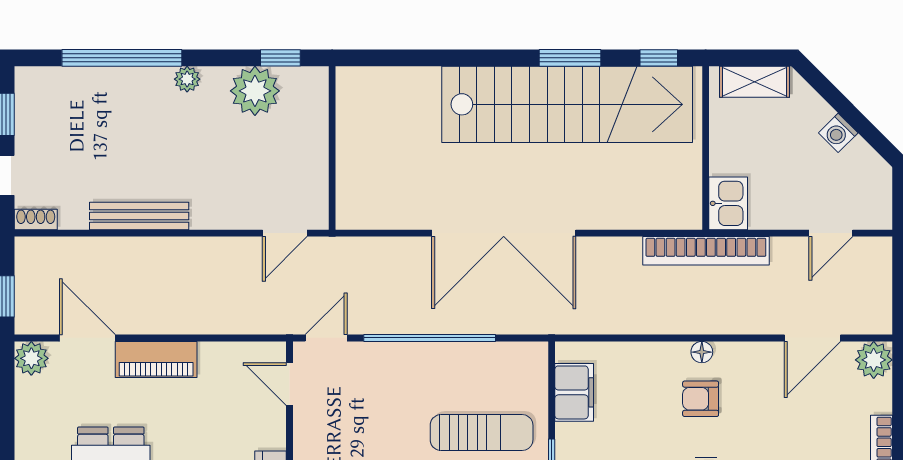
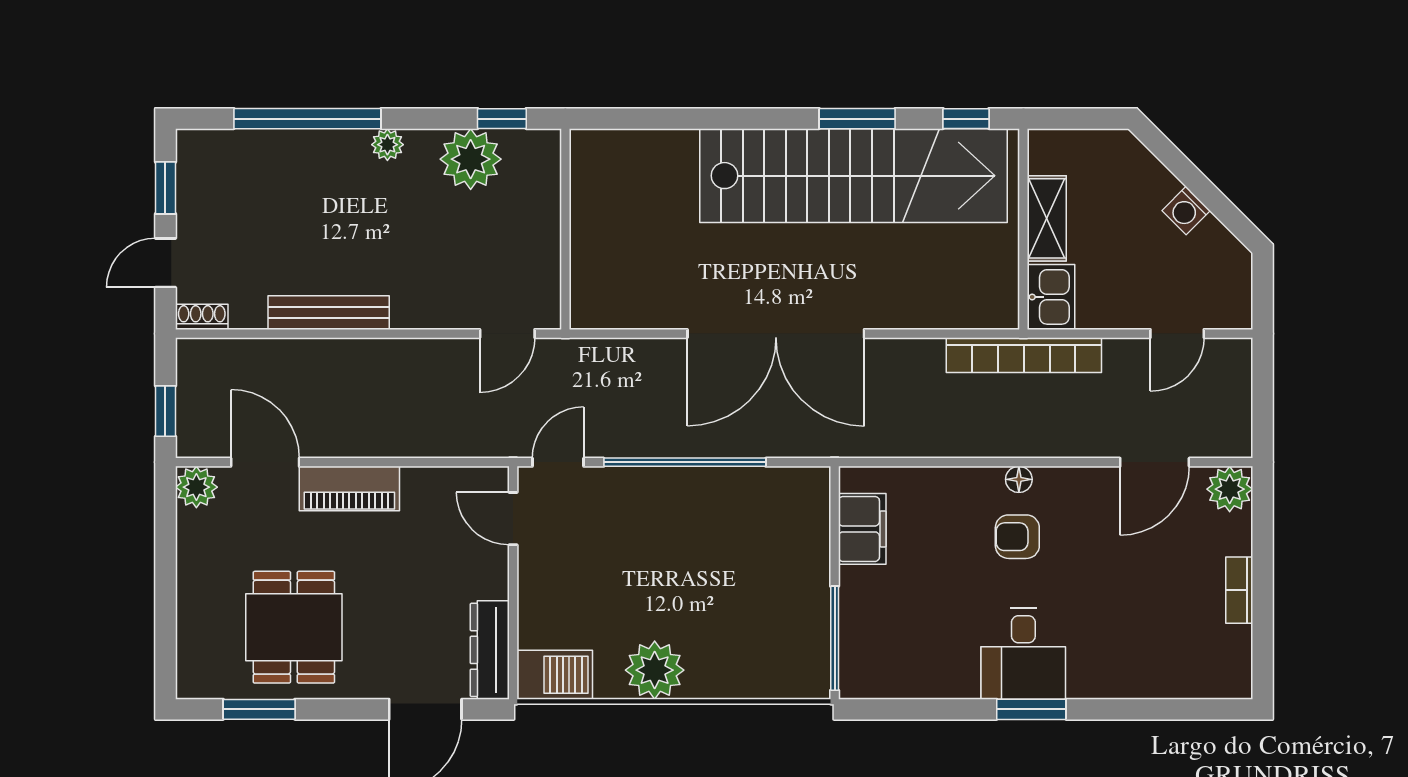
shelving: (754, 82) -> (1047, 218), moved, turned 90
sun lounger: (482, 433) -> (749, 578), removed

